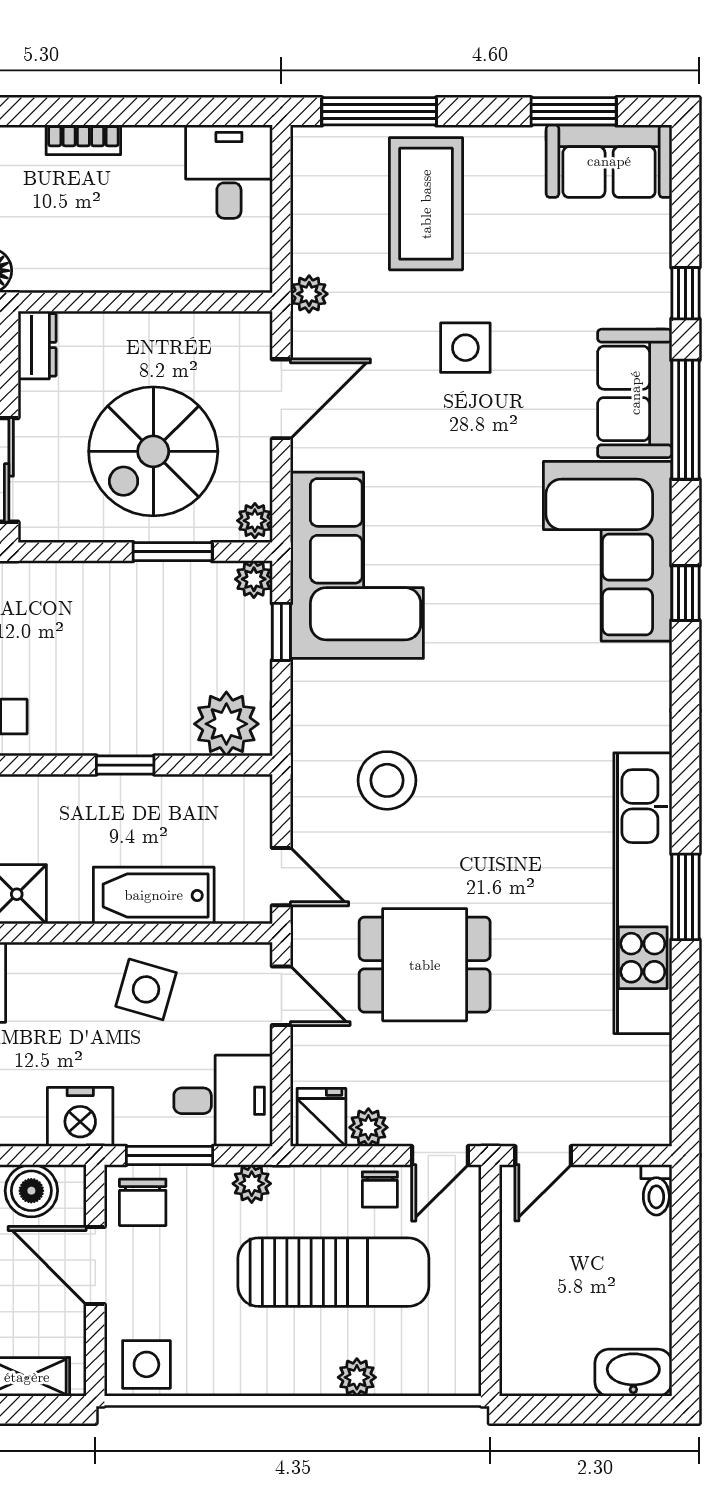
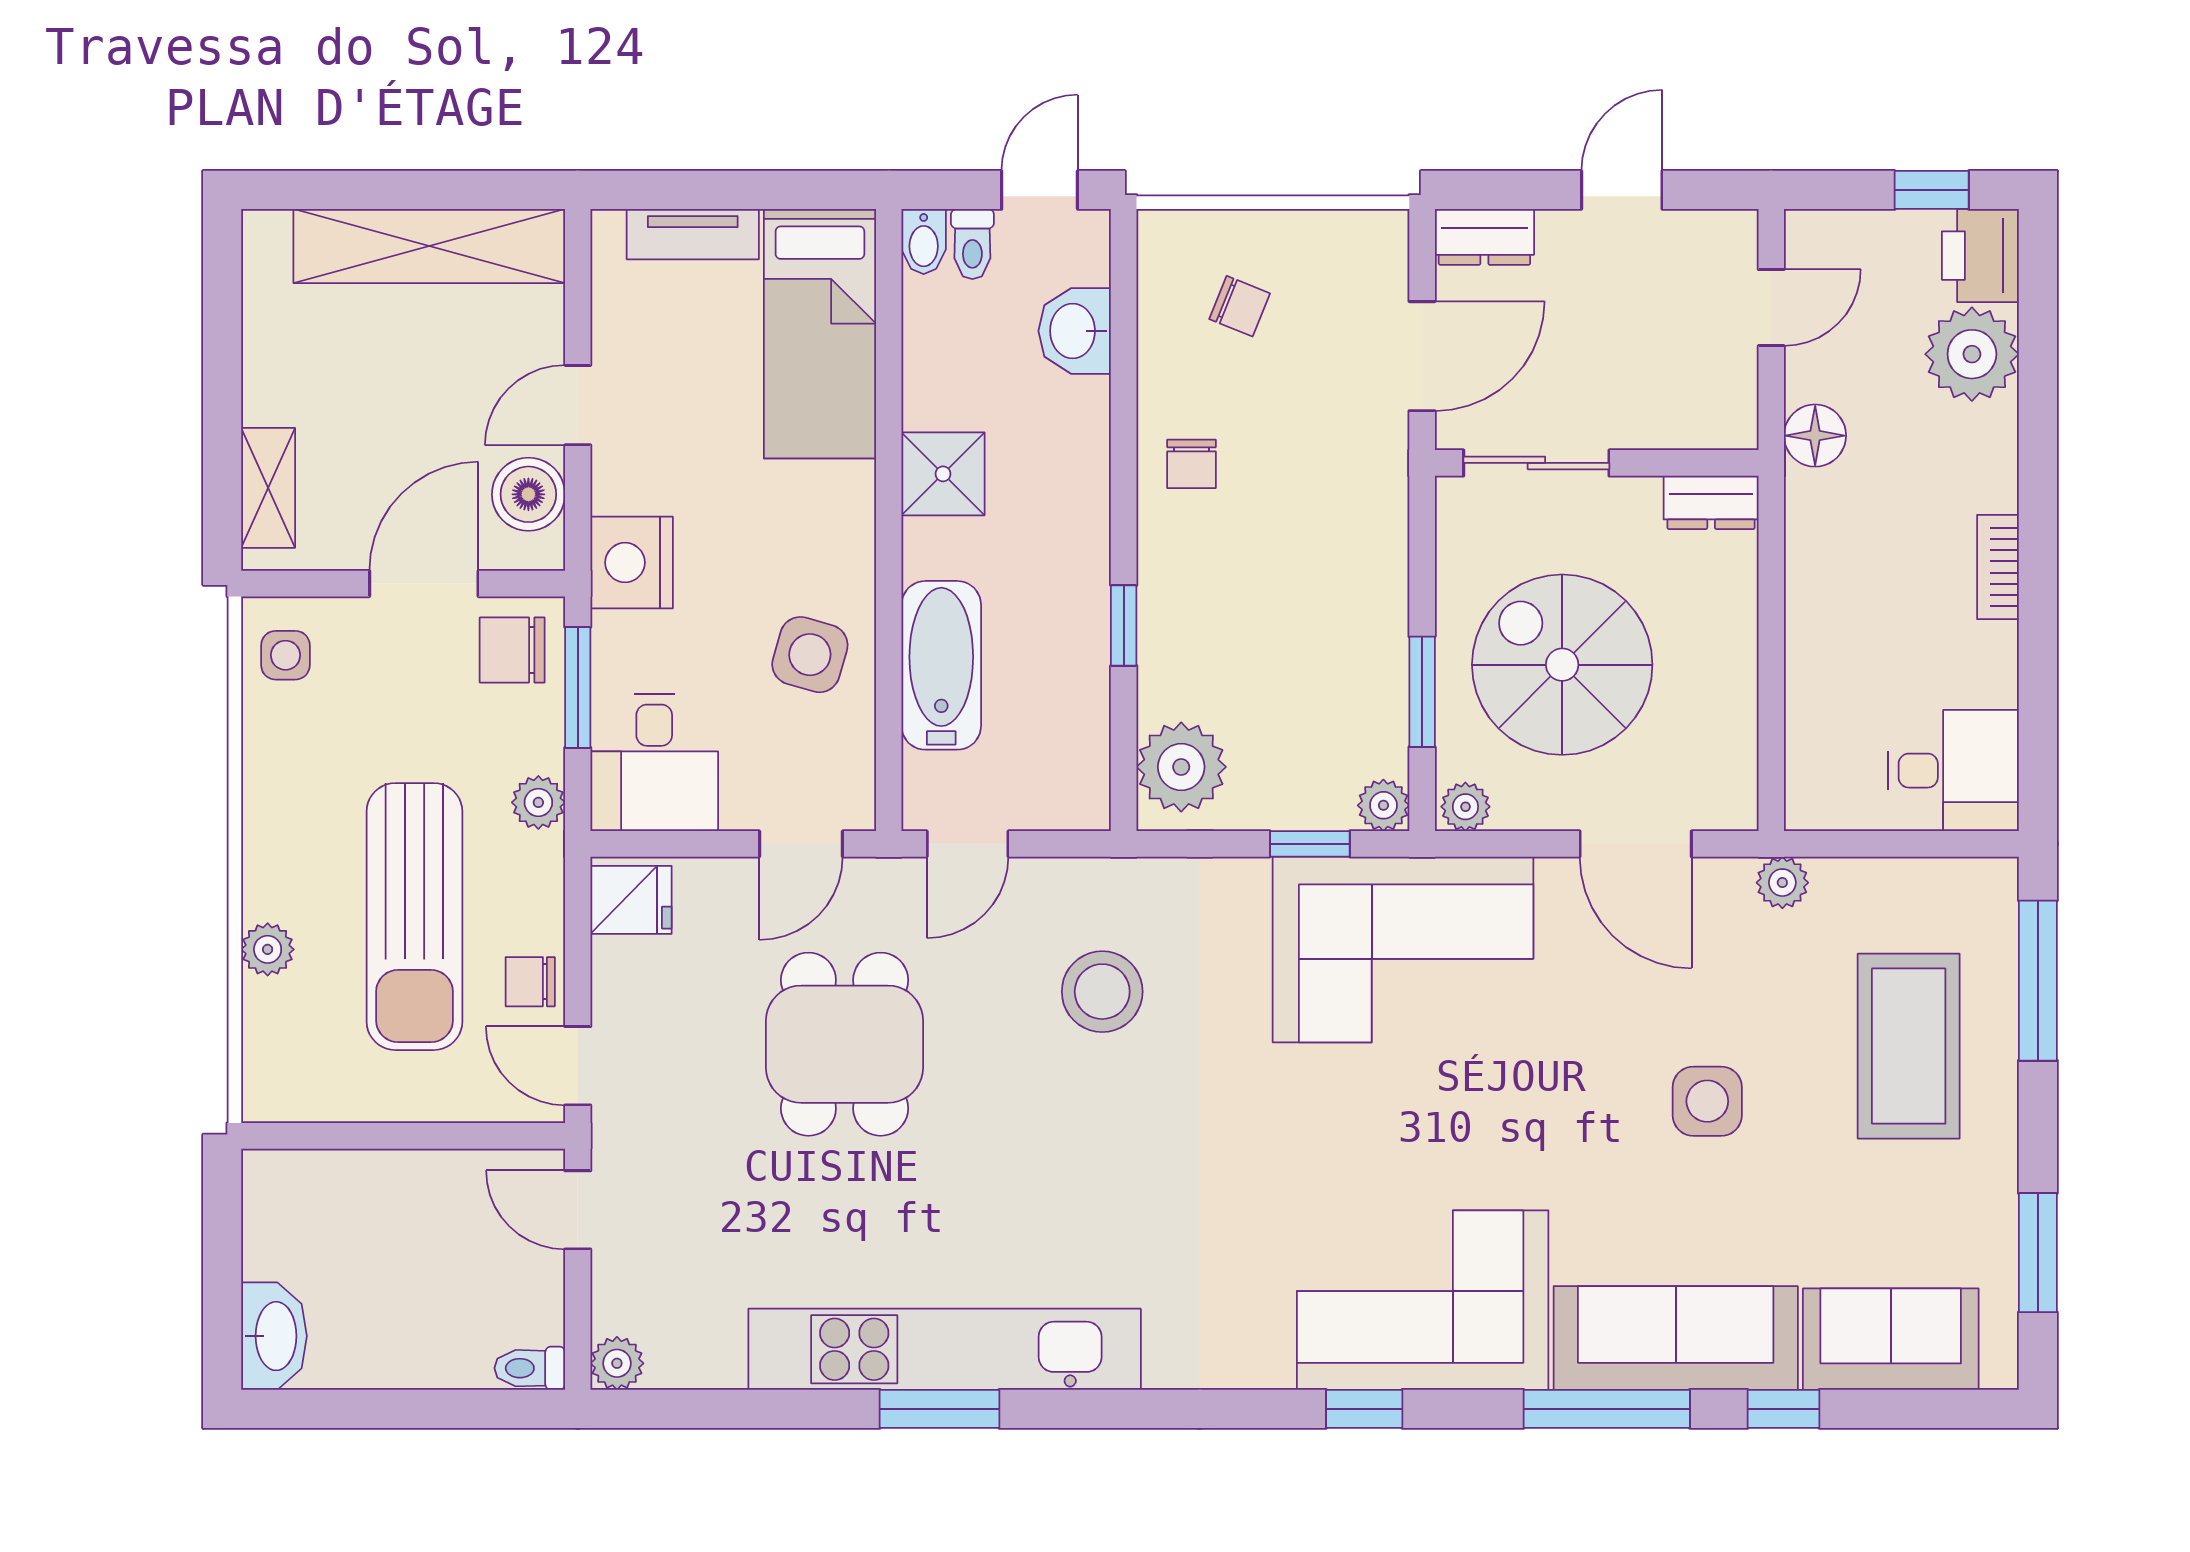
sofa: (609, 161) -> (1891, 1339), moved, turned 90
coffee table: (426, 204) -> (1909, 1046), turned 90
sofa: (635, 393) -> (1676, 1338), width x1.36
plant: (368, 1127) -> (617, 1363), moved
side table: (146, 1364) -> (285, 655), width x0.73, depth x0.73

